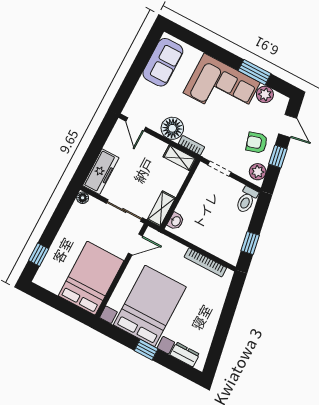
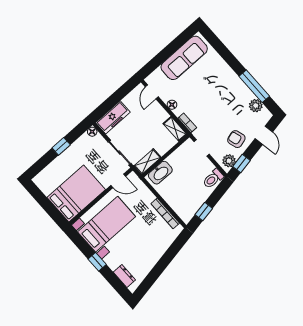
sofa: (163, 62) -> (184, 58), width x1.36
window: (255, 72) -> (254, 86), width x1.44
corner sofa: (222, 88) -> (226, 89), removed
floor lamp: (172, 128) -> (172, 105), width x0.53, depth x0.53
window: (278, 156) -> (242, 164), moved
washbasin: (176, 221) -> (160, 173), width x1.91, depth x1.45
window: (39, 255) -> (61, 146), moved
bed with nightstands: (150, 306) -> (107, 224), width x0.73

